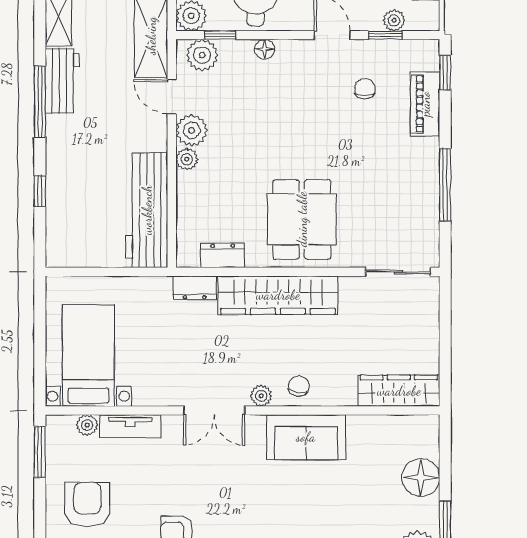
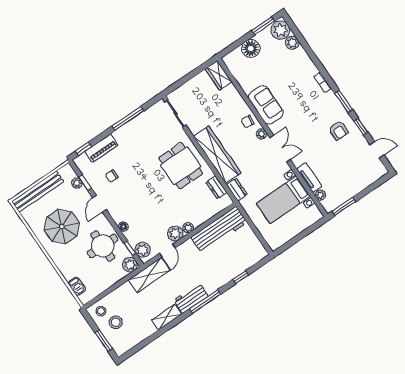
dining table: (302, 219) -> (181, 166), turned 90
bed with nightstands: (88, 355) -> (283, 200), moved
wardrobe: (399, 391) -> (219, 75), width x0.67
armchair: (87, 504) -> (352, 173), removed

